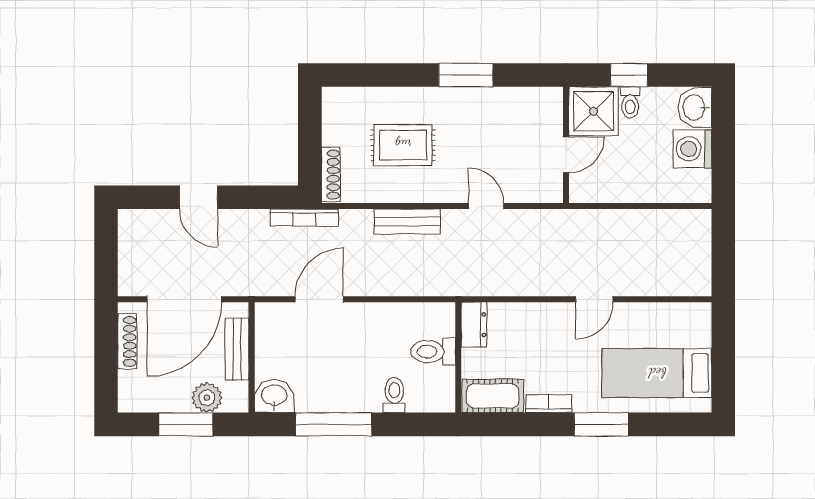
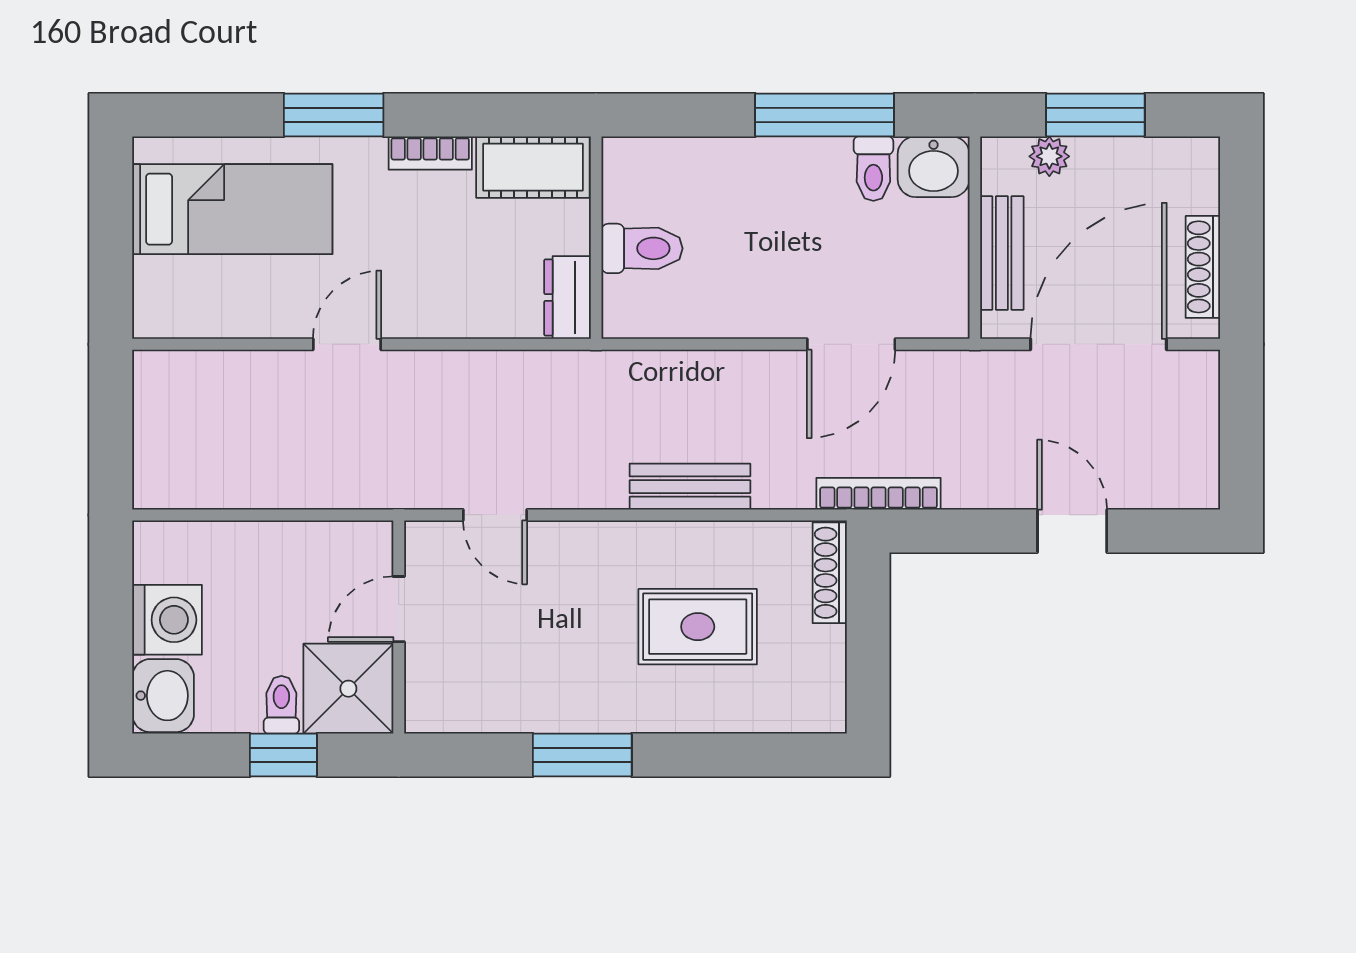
door: (486, 206) -> (495, 515), moved
toilet: (394, 395) -> (873, 169), moved
plant: (207, 398) -> (1049, 156), width x0.73, depth x0.73

